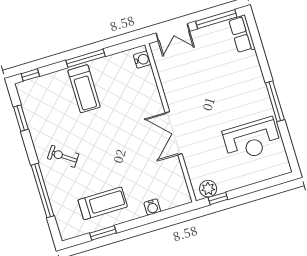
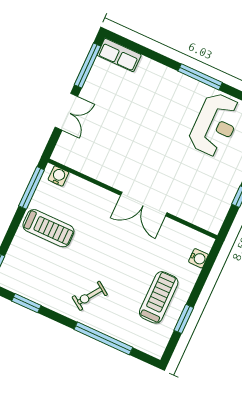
window: (86, 58) -> (32, 188), moved
water cooler: (142, 60) -> (58, 176), moved
wall: (170, 123) -> (133, 199), moved
double door: (174, 133) -> (144, 204), moved
plant: (208, 189) -> (224, 198), removed

